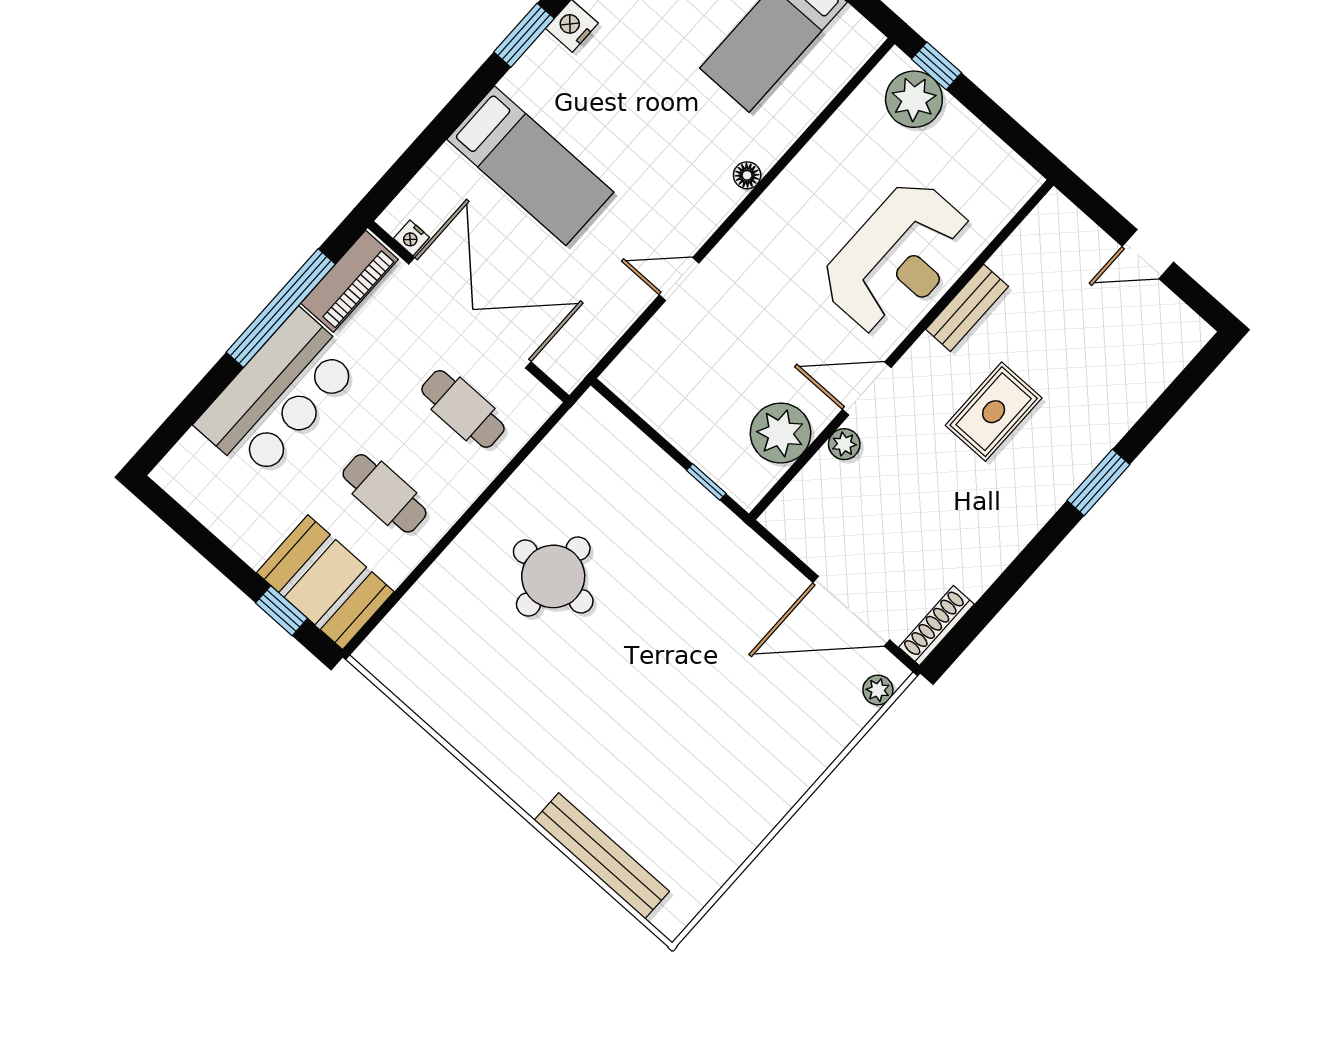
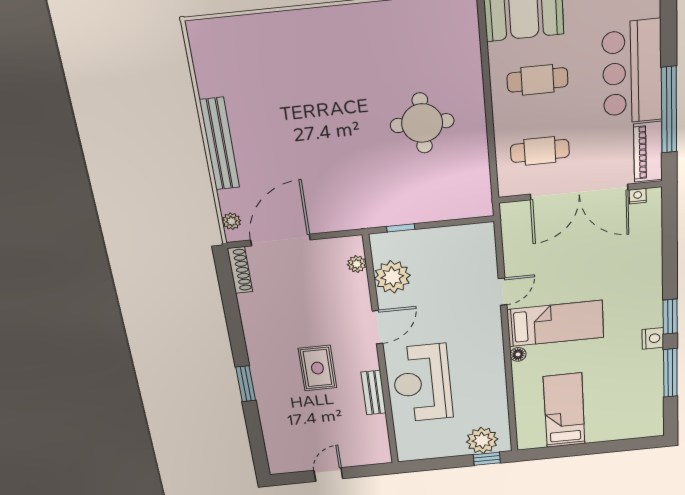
bed: (530, 166) -> (555, 324), moved, turned 180
plant: (844, 444) -> (357, 264), moved
bench: (602, 856) -> (220, 144), moved, turned 90

